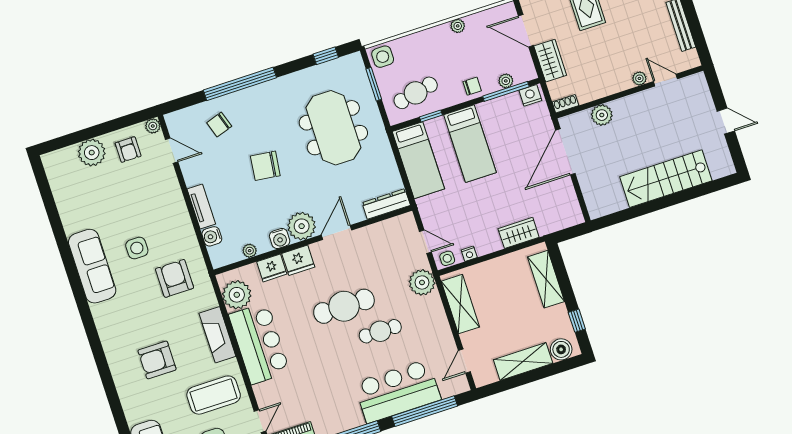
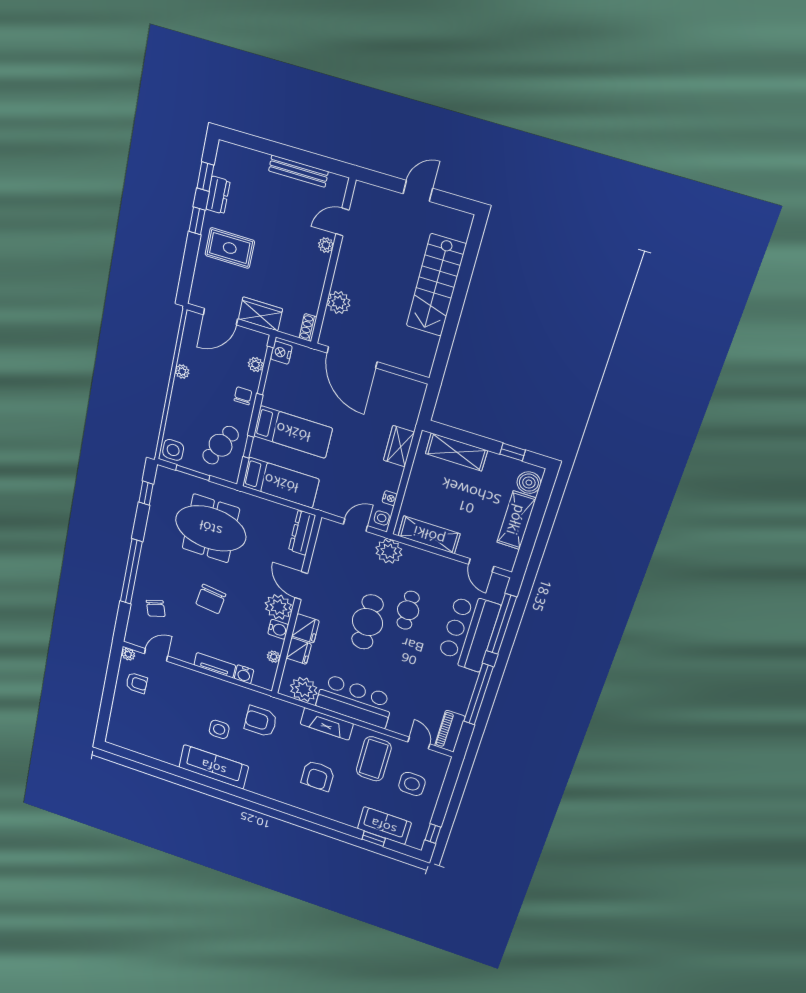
cafe table: (416, 93) -> (221, 445), turned 38
plant: (92, 153) -> (124, 708), removed

